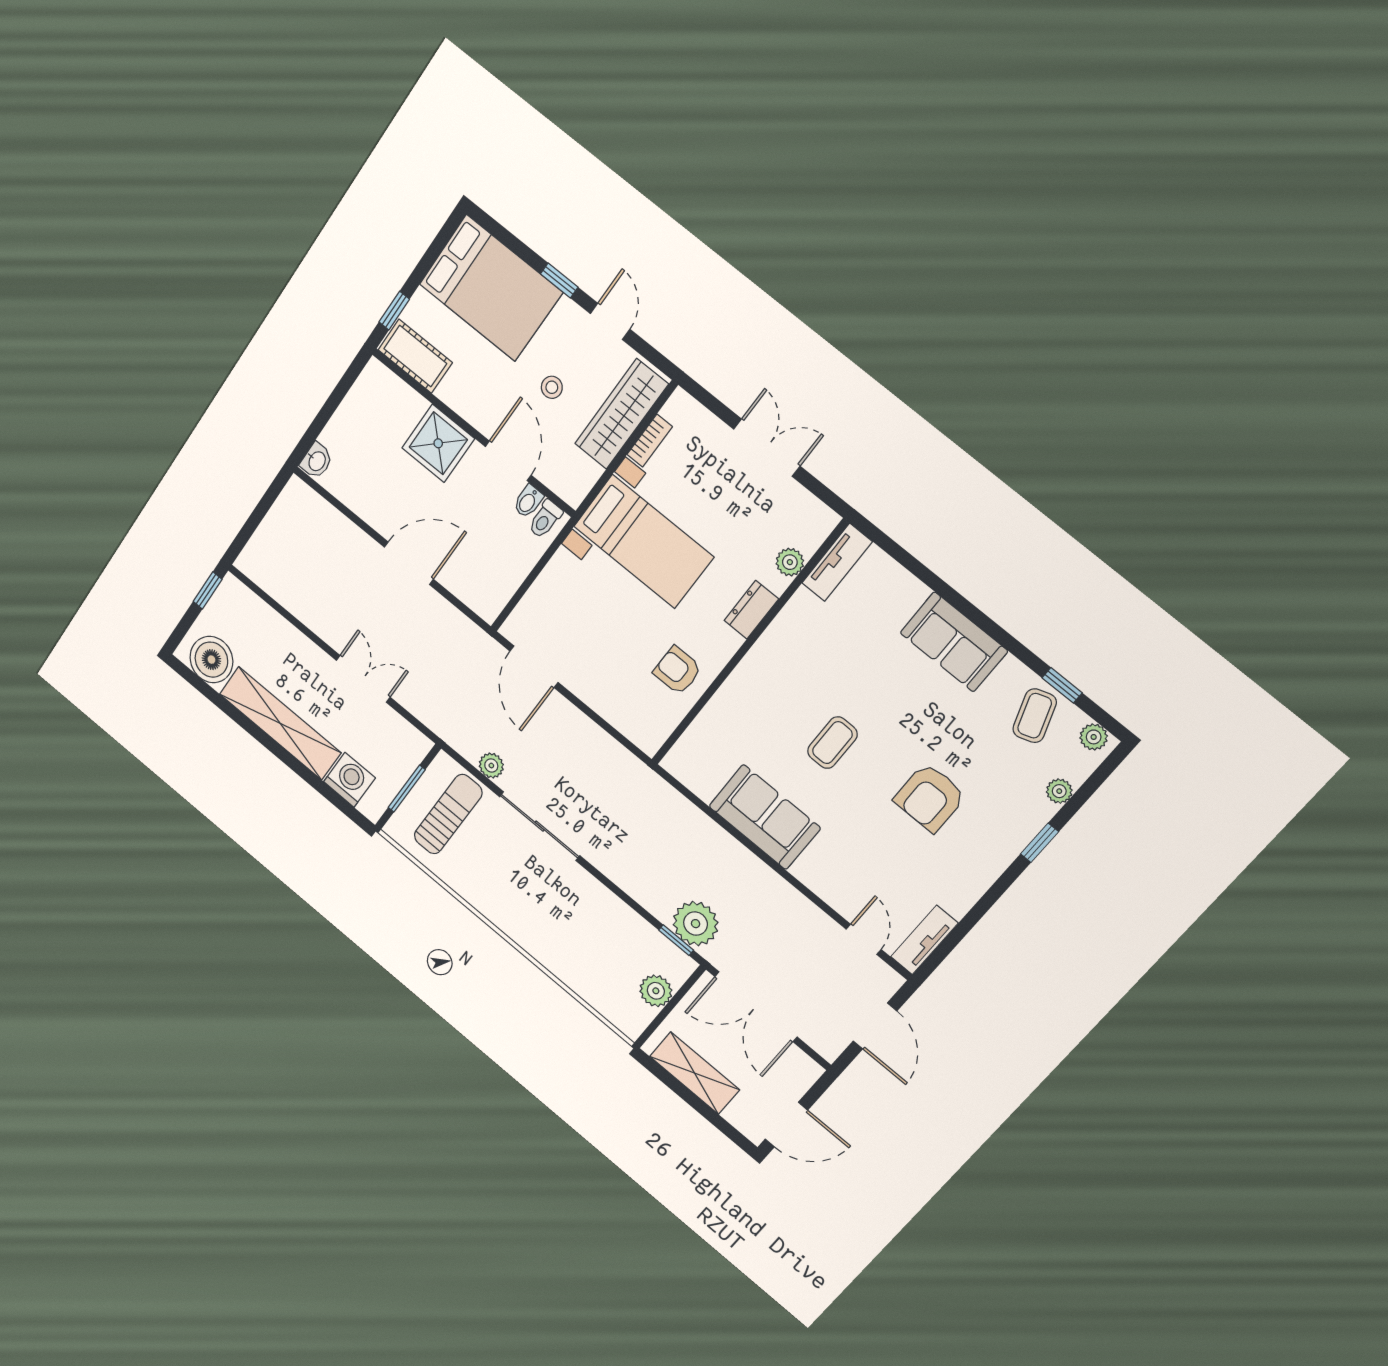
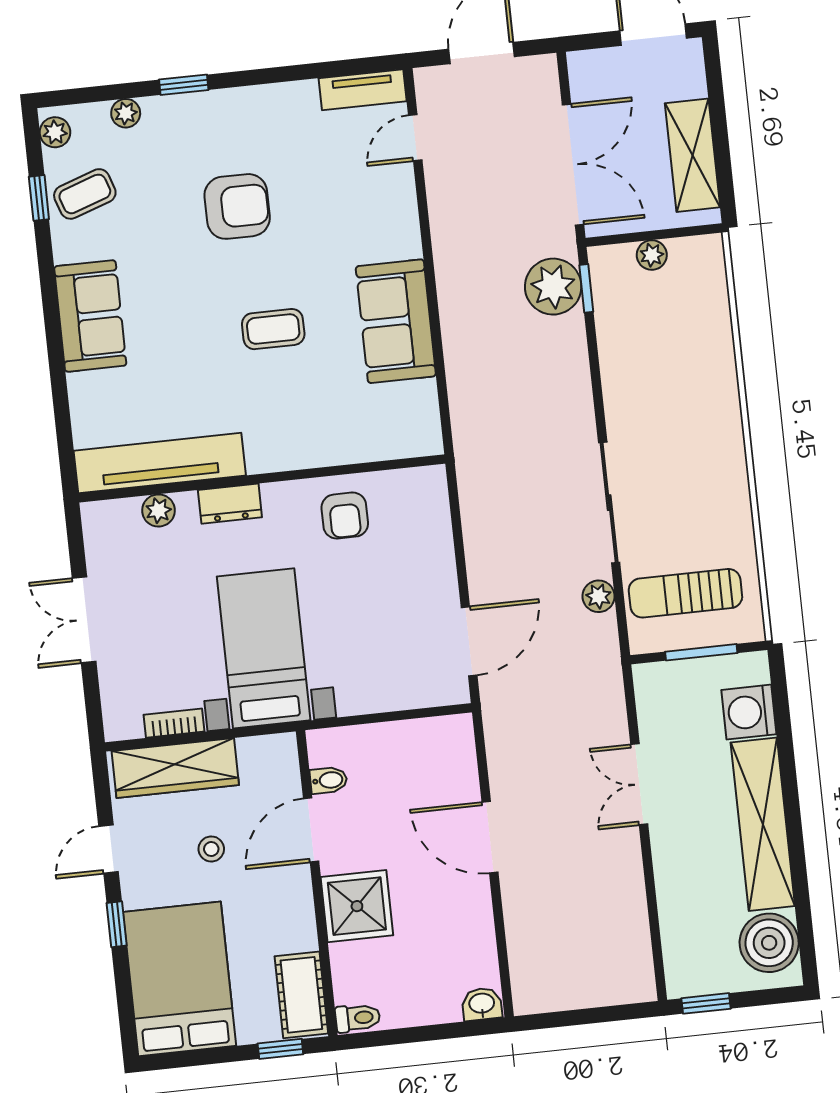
toilet: (545, 519) -> (358, 1018), moved
tv unit: (837, 562) -> (160, 463), width x1.92, depth x1.29
plant: (656, 991) -> (652, 255), width x0.73, depth x0.73

